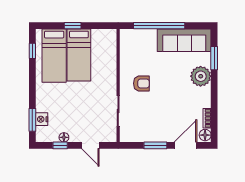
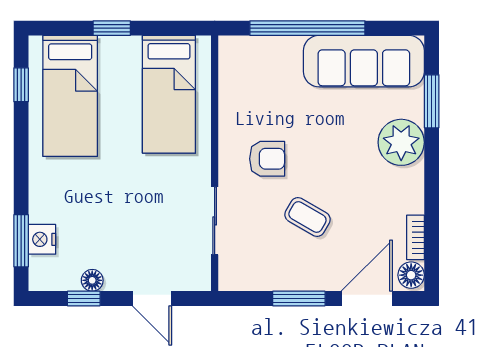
bed: (79, 55) -> (169, 94), moved
coffee table: (159, 109) -> (307, 217), added

